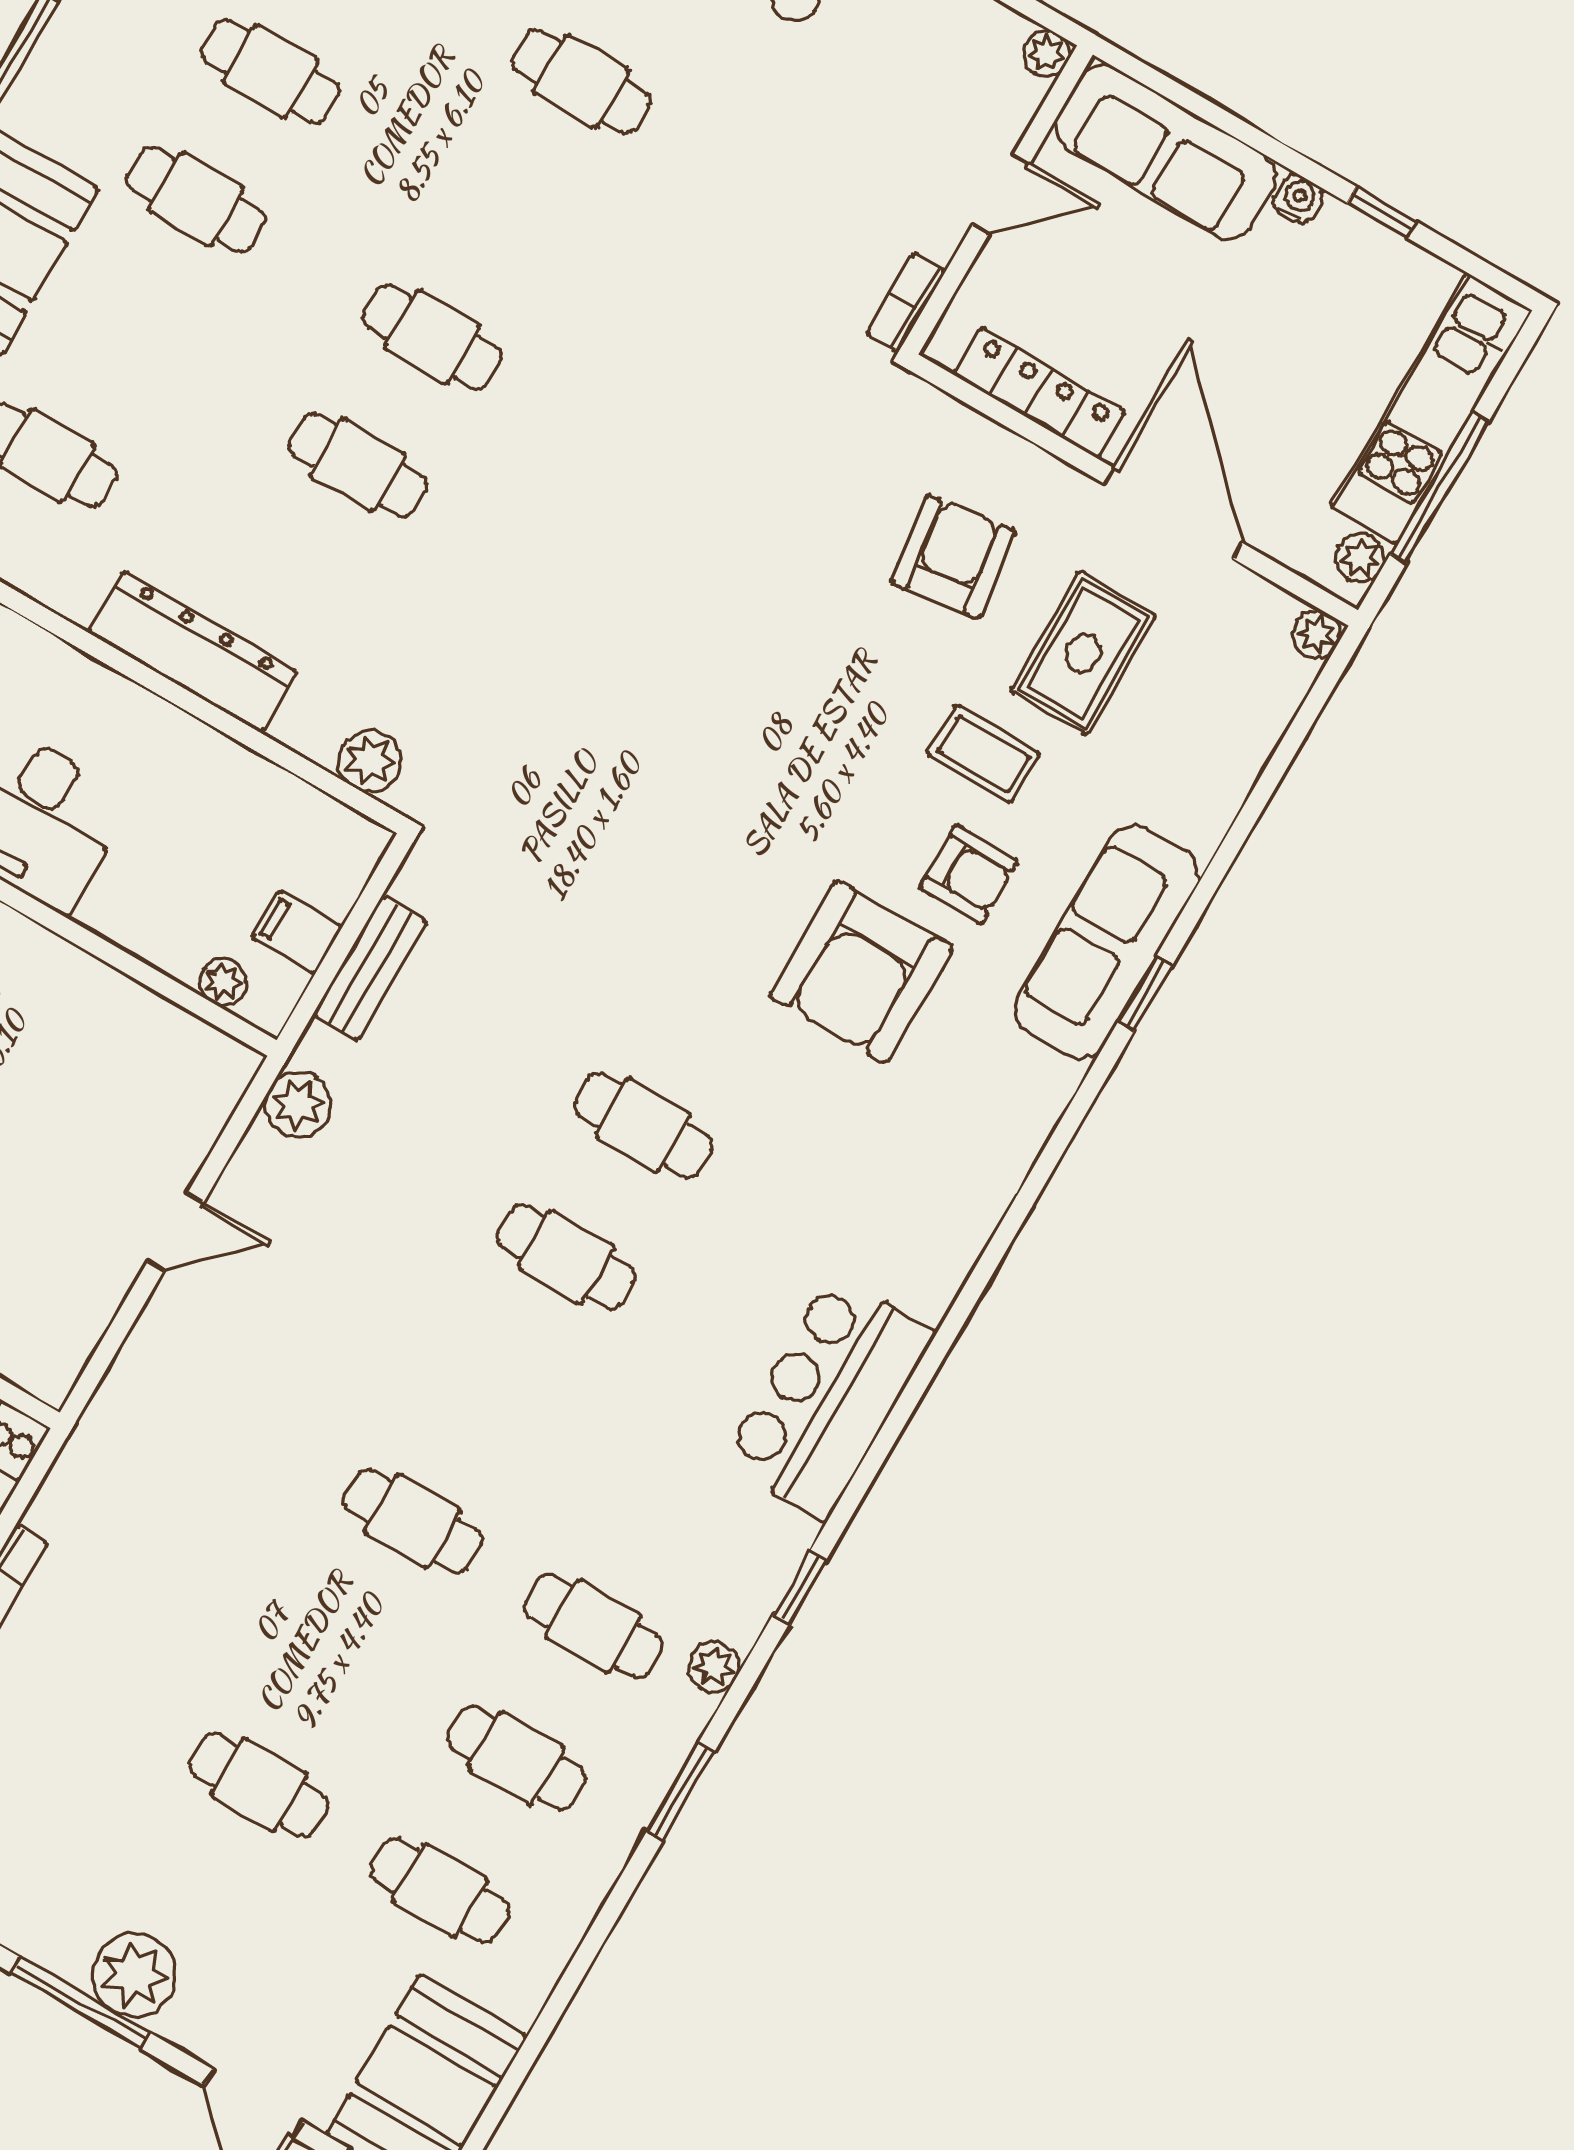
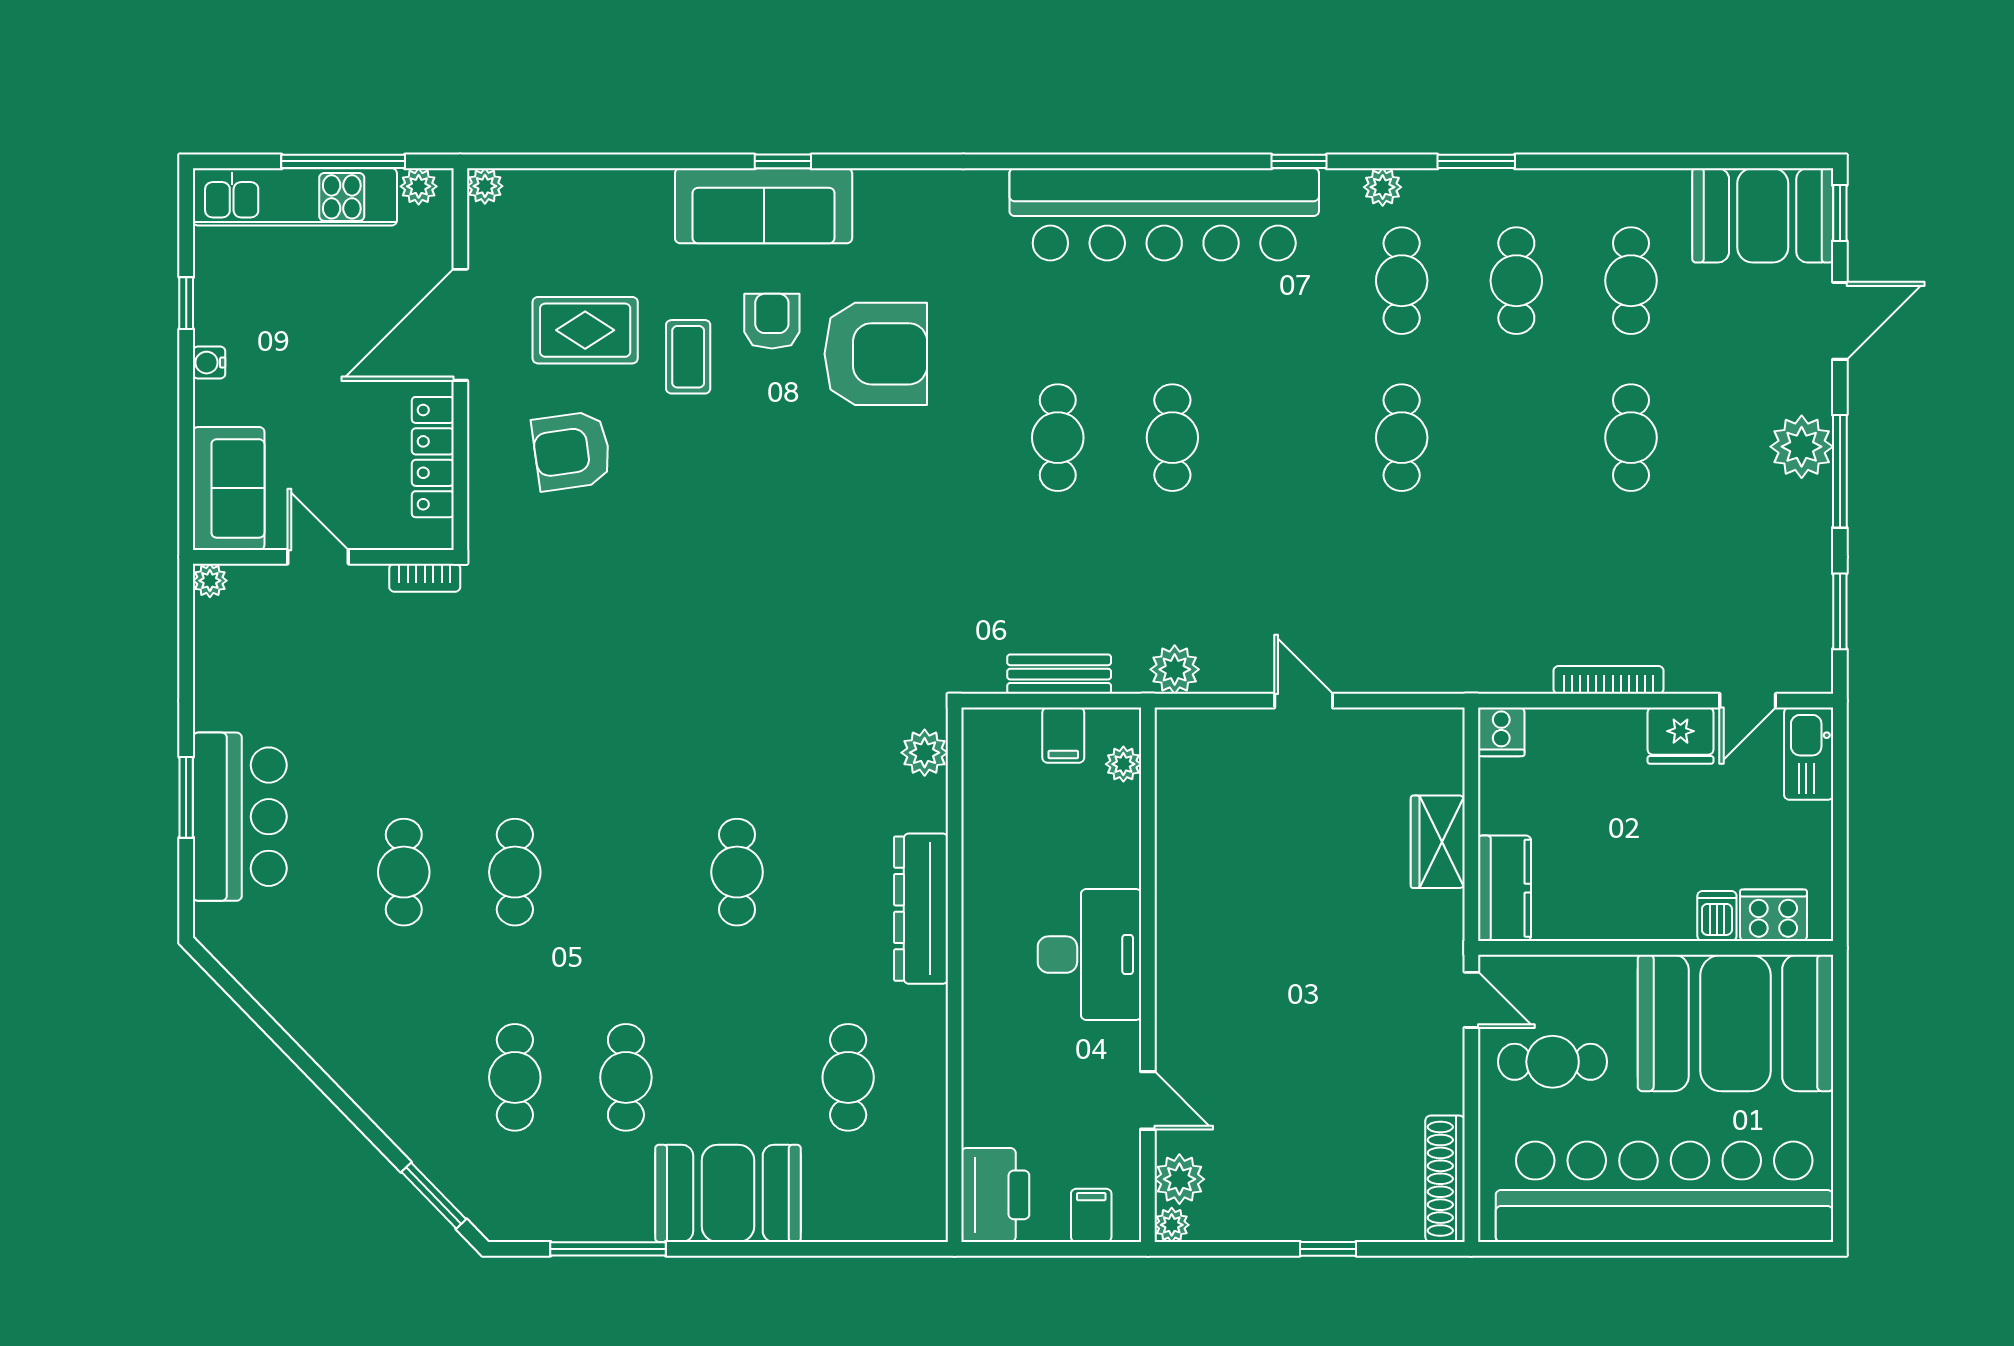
sofa: (1166, 152) -> (229, 488), width x0.73
cafe table: (432, 337) -> (515, 872), moved
bar counter: (829, 1397) -> (1164, 214), width x1.86

